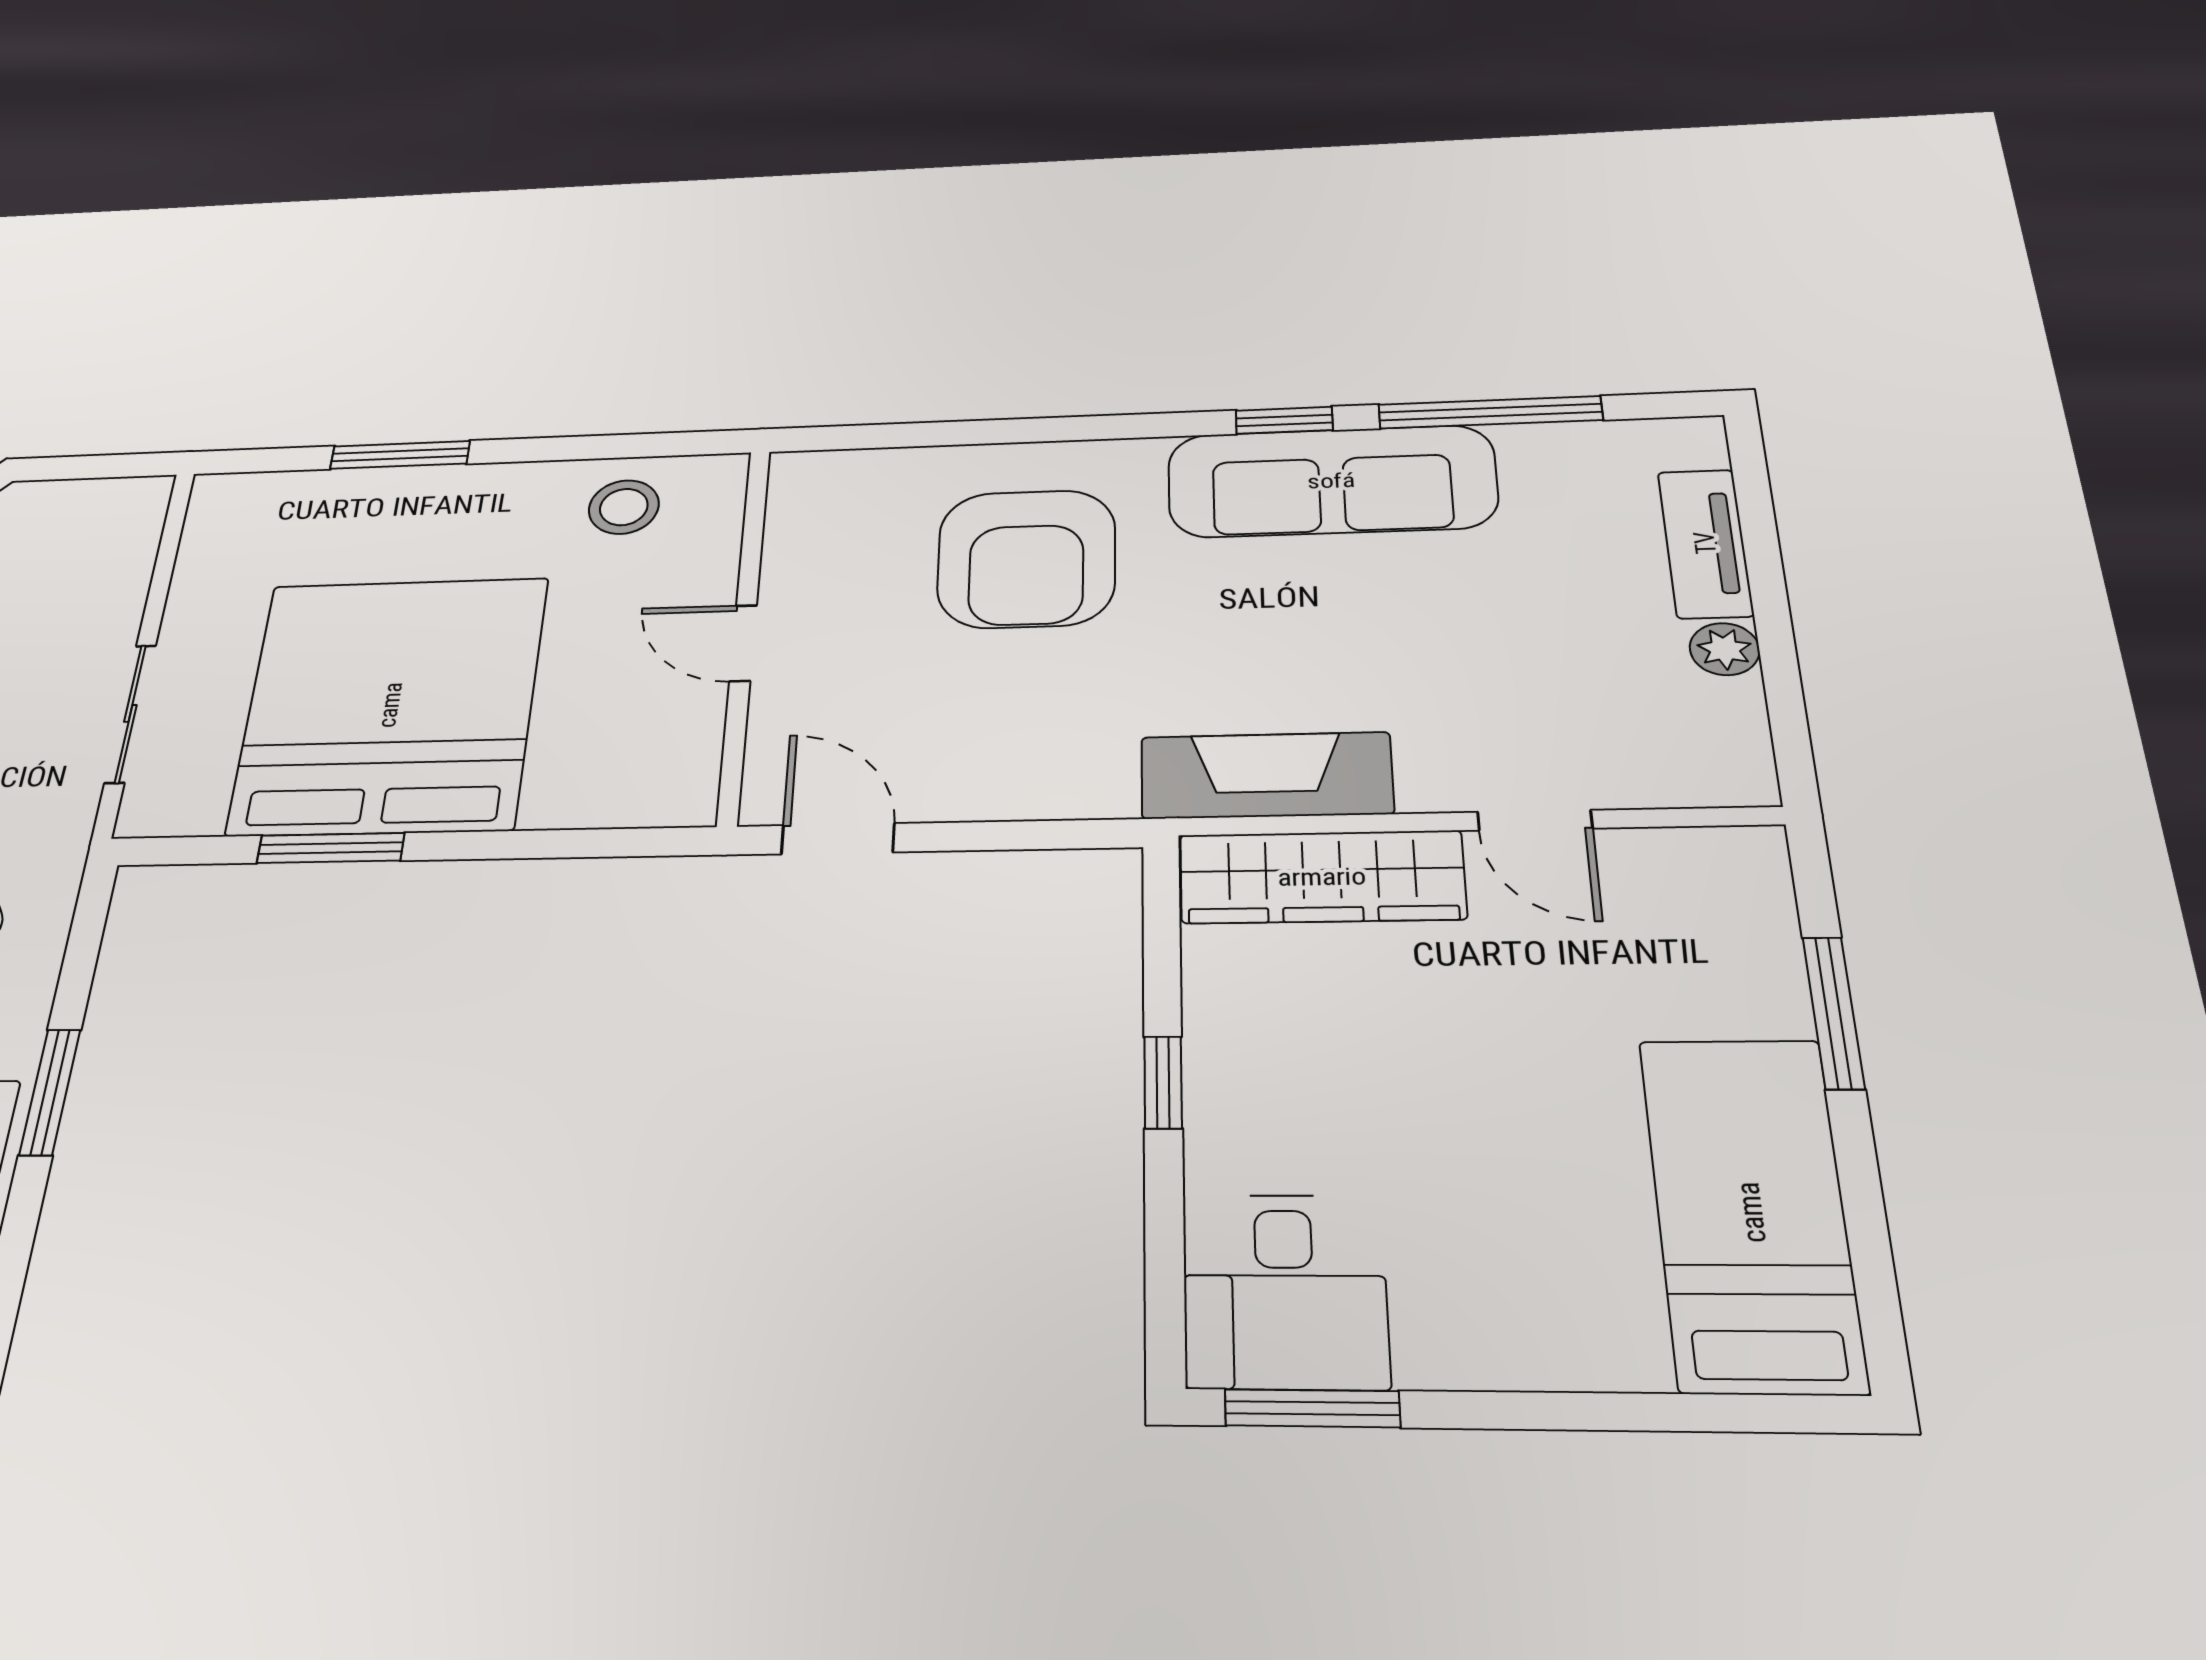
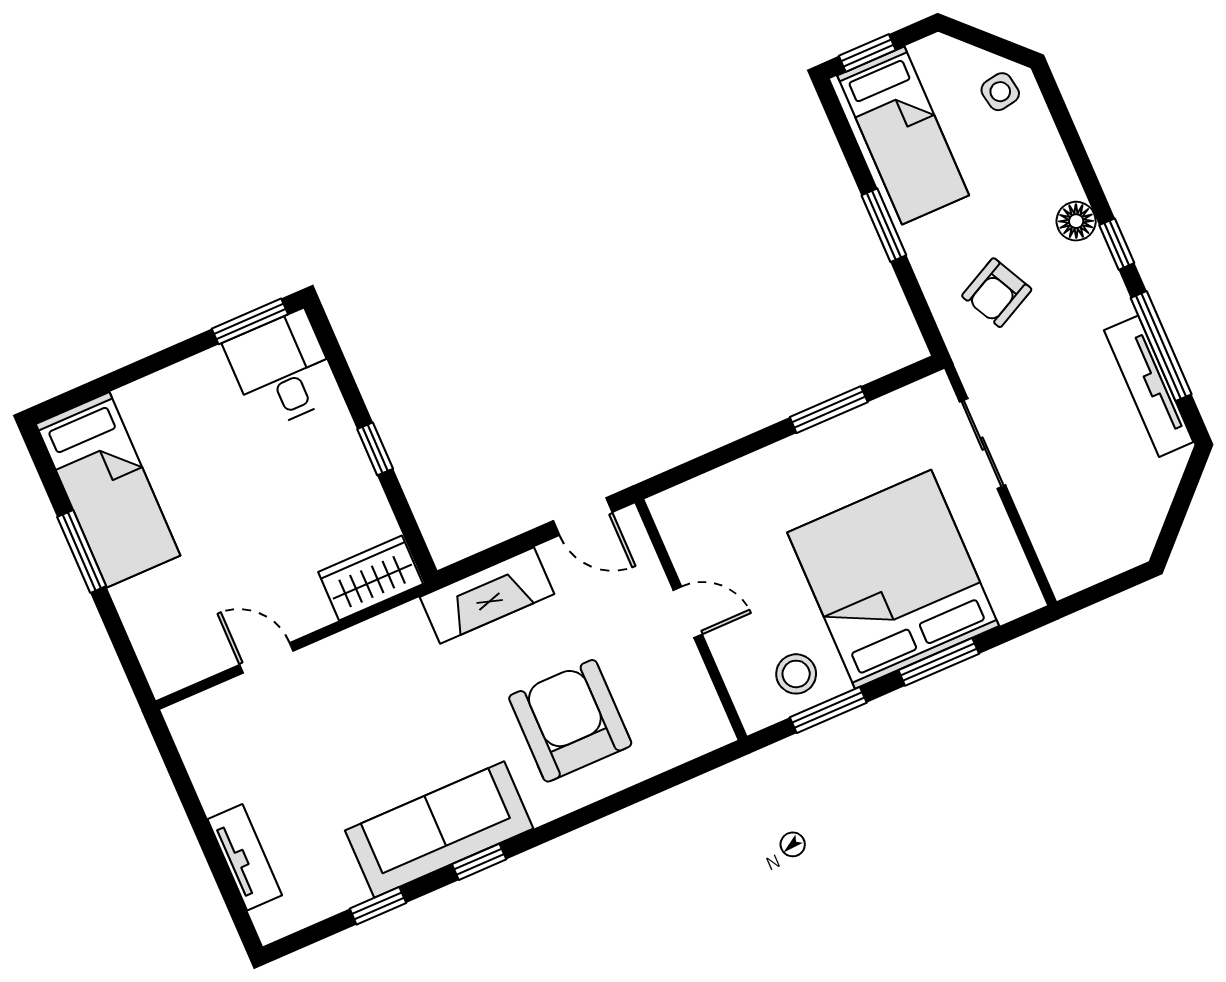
window: (1490, 412) -> (378, 906), width x0.46
window: (605, 447) -> (828, 710), added
plant: (1725, 649) -> (215, 794), removed
bed: (390, 705) -> (893, 579), moved, turned 180
fireplace: (1266, 775) -> (487, 596), moved
wardrobe: (1322, 877) -> (371, 578), width x0.67
window: (1833, 1012) -> (82, 552), moved

